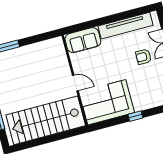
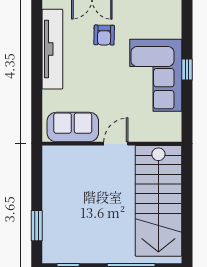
sofa: (83, 40) -> (73, 127), moved, turned -90
corner sofa: (107, 102) -> (156, 75), moved

